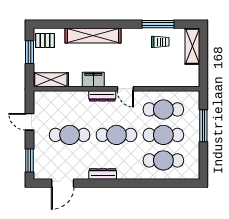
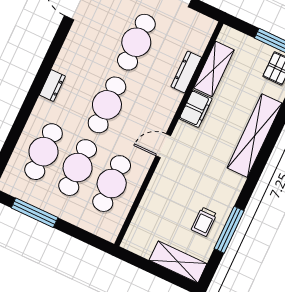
shelving: (51, 80) -> (214, 69), moved
dresser: (102, 96) -> (186, 72), moved
window: (203, 126) -> (35, 213), moved
dresser: (103, 174) -> (52, 86), moved, width x0.70

